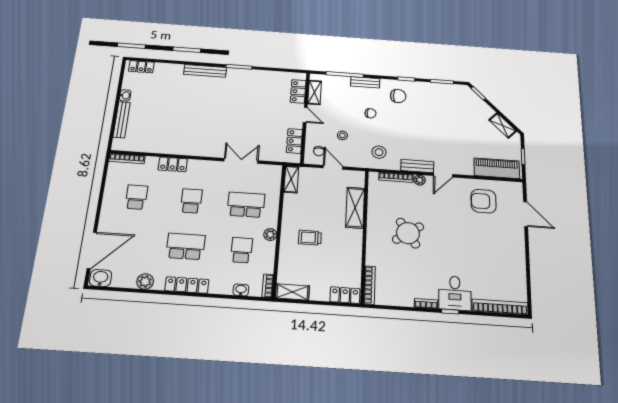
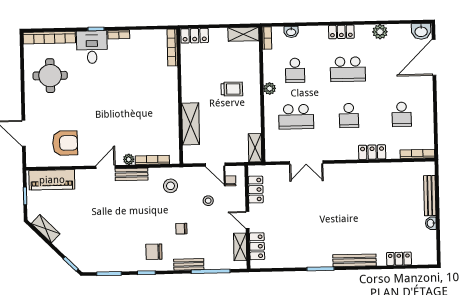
locker: (141, 67) -> (399, 259), moved
round table: (408, 233) -> (50, 76), moved, turned 34
locker: (187, 285) -> (341, 32), width x0.66

